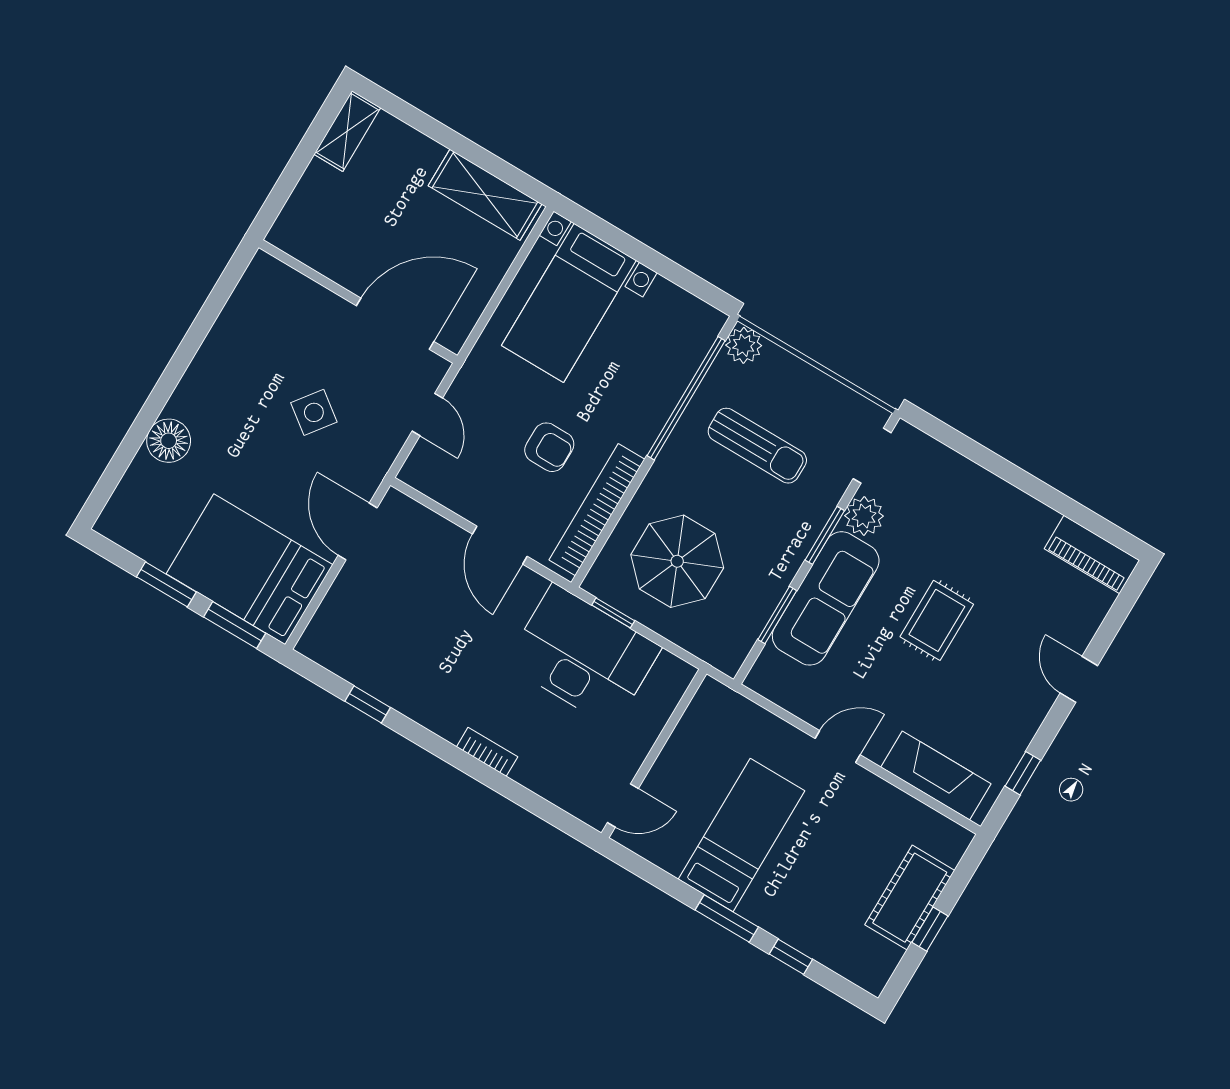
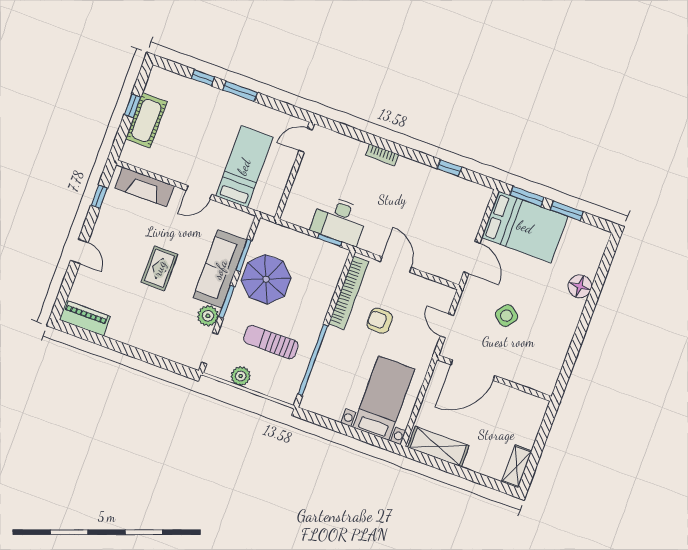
plant: (744, 345) -> (241, 376), moved
parasol: (677, 561) -> (266, 279), moved
desk: (583, 656) -> (339, 220), width x0.73, depth x0.77
bed: (742, 835) -> (244, 167), moved, turned 180

